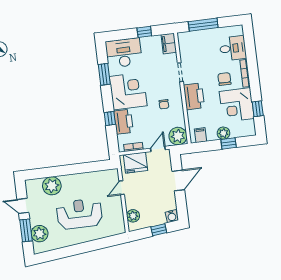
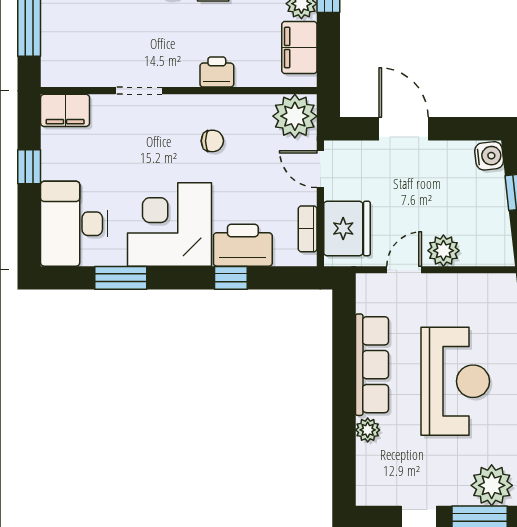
printer: (194, 96) -> (217, 72), width x0.53, depth x0.68
filing cabinet: (200, 135) -> (299, 47), width x2.00
row of seats: (82, 180) -> (372, 365), added
plant: (52, 186) -> (368, 430), width x0.53, depth x0.53
door: (122, 188) -> (404, 270), swing flipped
reception desk: (79, 214) -> (455, 381), turned 180
plant: (133, 216) -> (443, 251), moved

